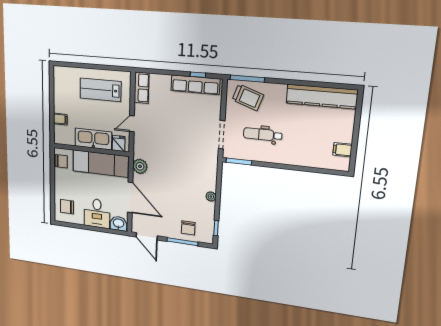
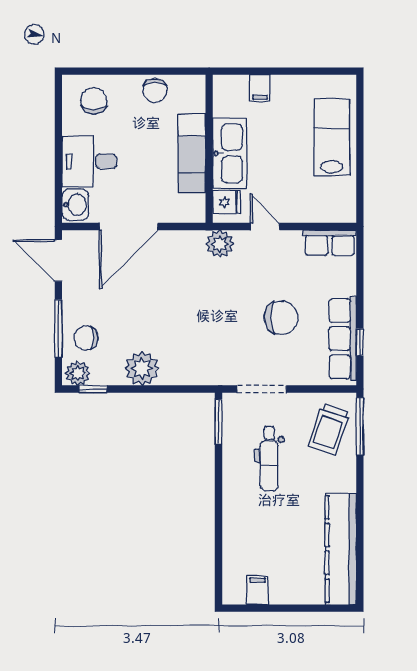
lab bench: (101, 90) -> (332, 137), moved
chair: (182, 120) -> (281, 318), added
dental chair: (263, 135) -> (269, 459), turned 180
chair: (61, 161) -> (155, 90), moved
exam couch: (100, 164) -> (192, 153), width x0.73, depth x0.69
plant: (140, 166) -> (220, 244), moved
plant: (211, 197) -> (142, 368), width x1.88, depth x1.88
plant: (207, 235) -> (78, 373), added
door: (147, 236) -> (58, 260), hinge flipped

